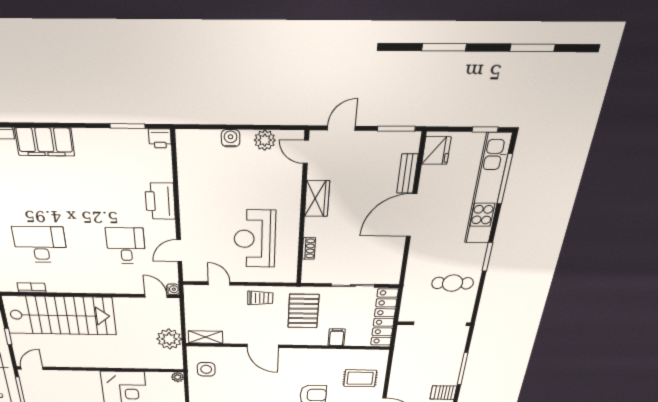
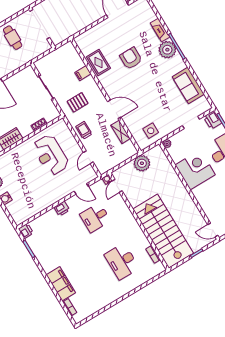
printer: (160, 201) -> (62, 209), width x0.53, depth x0.68
reception desk: (255, 239) -> (51, 155), turned 90
pallet: (303, 311) -> (78, 102), width x0.67, depth x0.71
locker: (384, 318) -> (55, 57), removed
shelving: (206, 337) -> (121, 132), moved
door: (263, 346) -> (114, 109), hinge flipped
rug: (360, 378) -> (98, 62), moved

